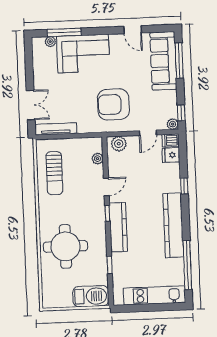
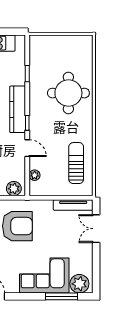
plant: (50, 42) -> (79, 284), width x1.87, depth x1.87
door: (106, 187) -> (27, 148), swing flipped
barbecue: (91, 296) -> (46, 45), removed

